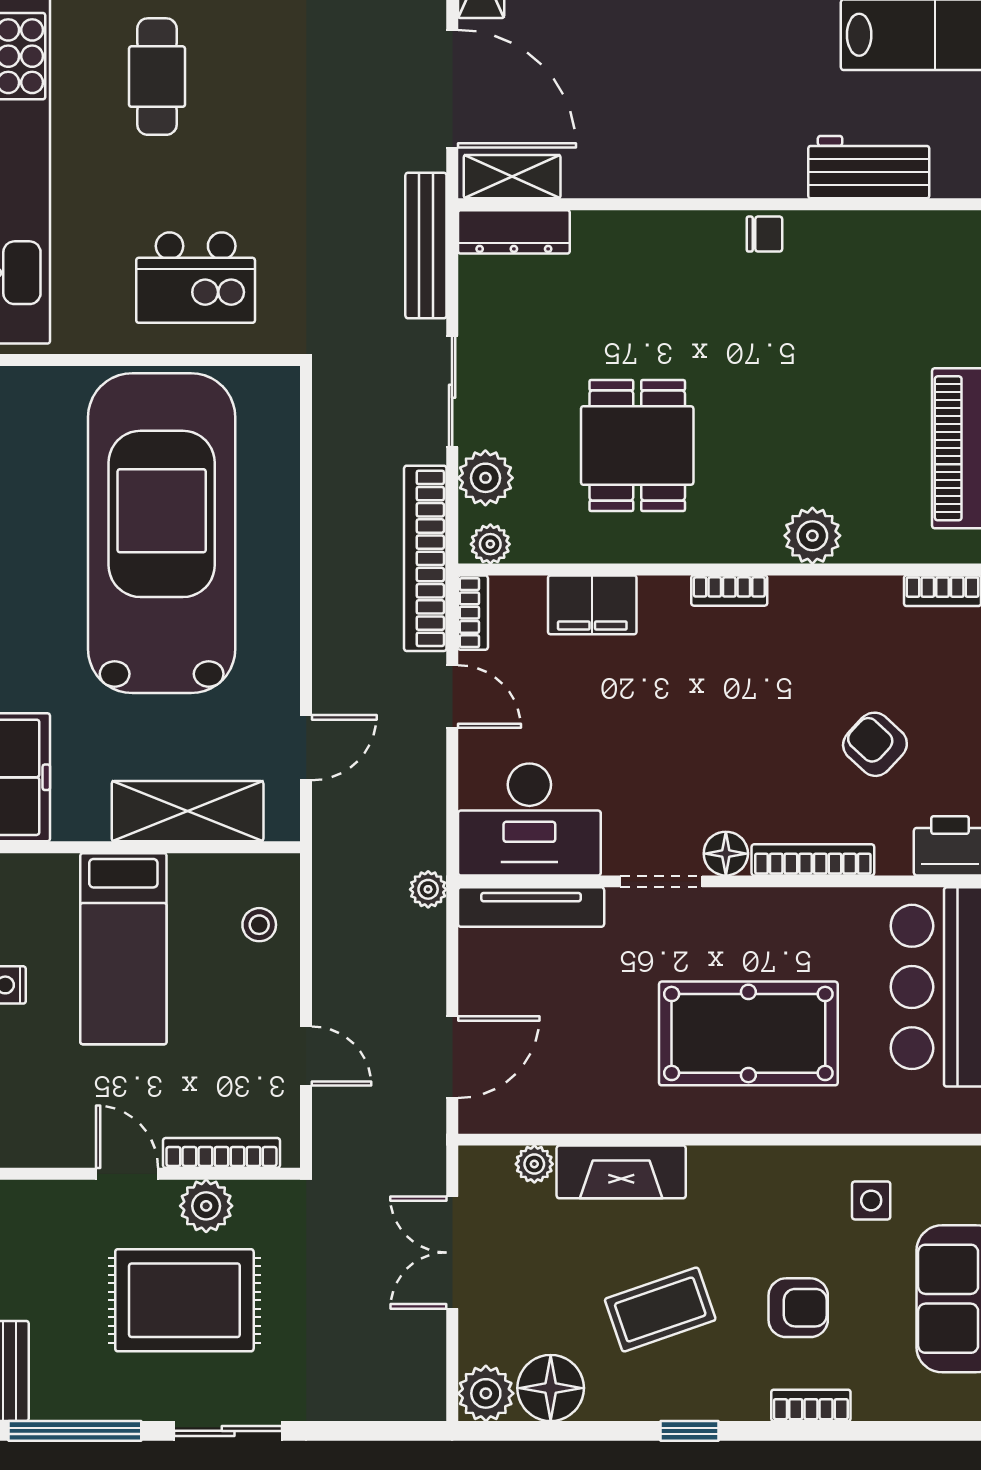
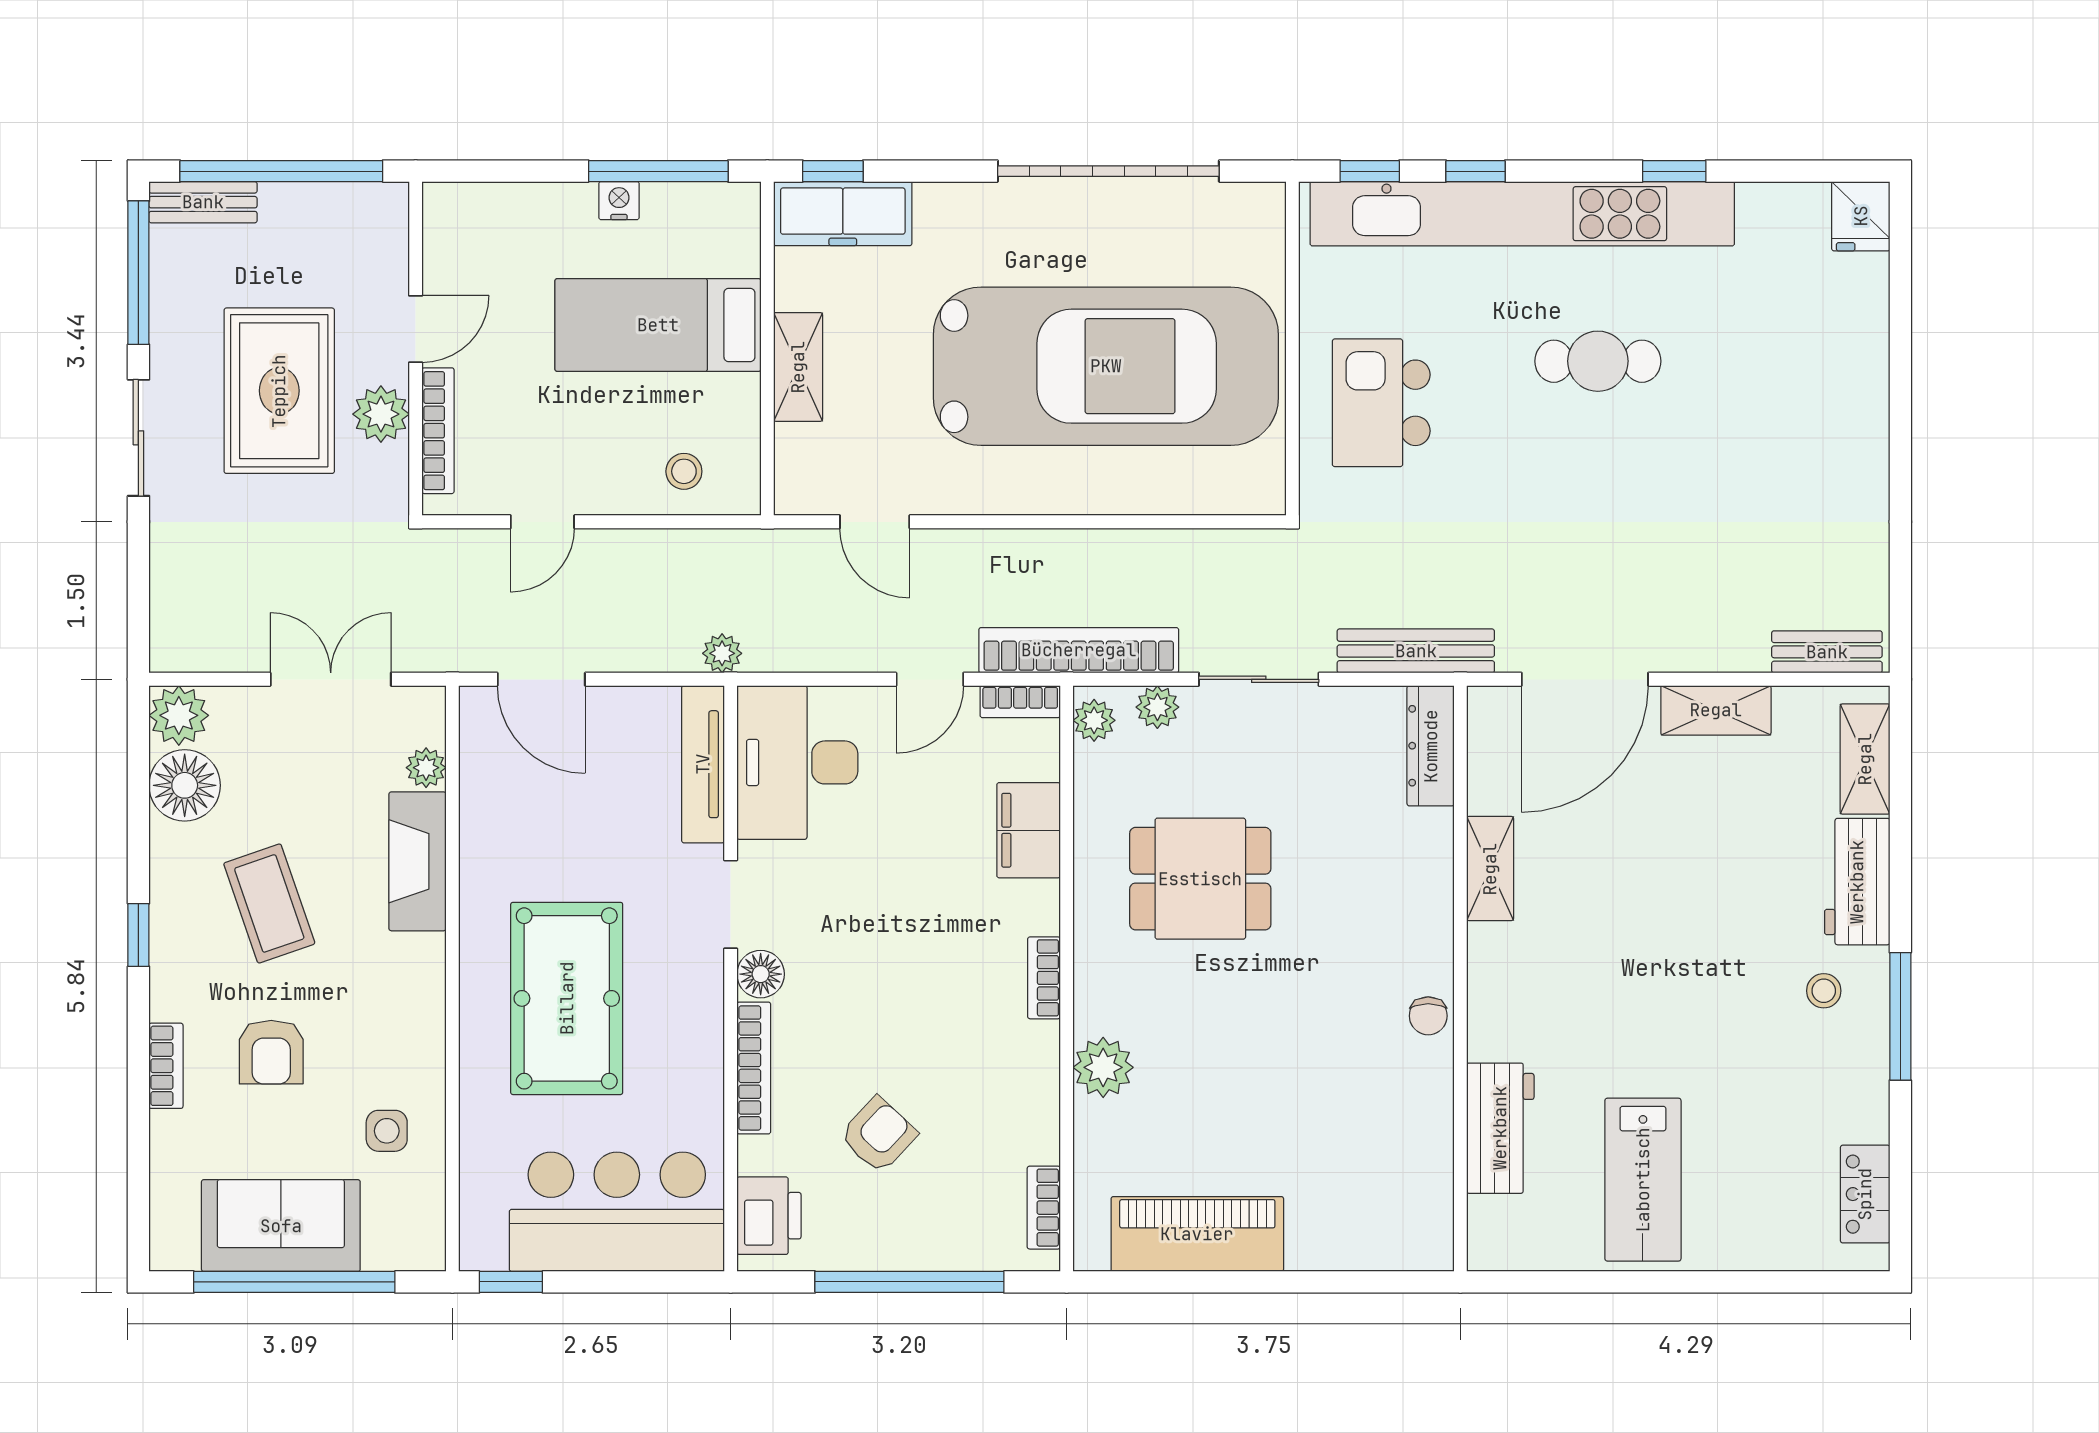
shelving: (512, 177) -> (1490, 869), moved
plant: (485, 478) -> (1157, 707), width x0.73, depth x0.73
shelving: (188, 811) -> (798, 367), width x0.67, depth x0.75

